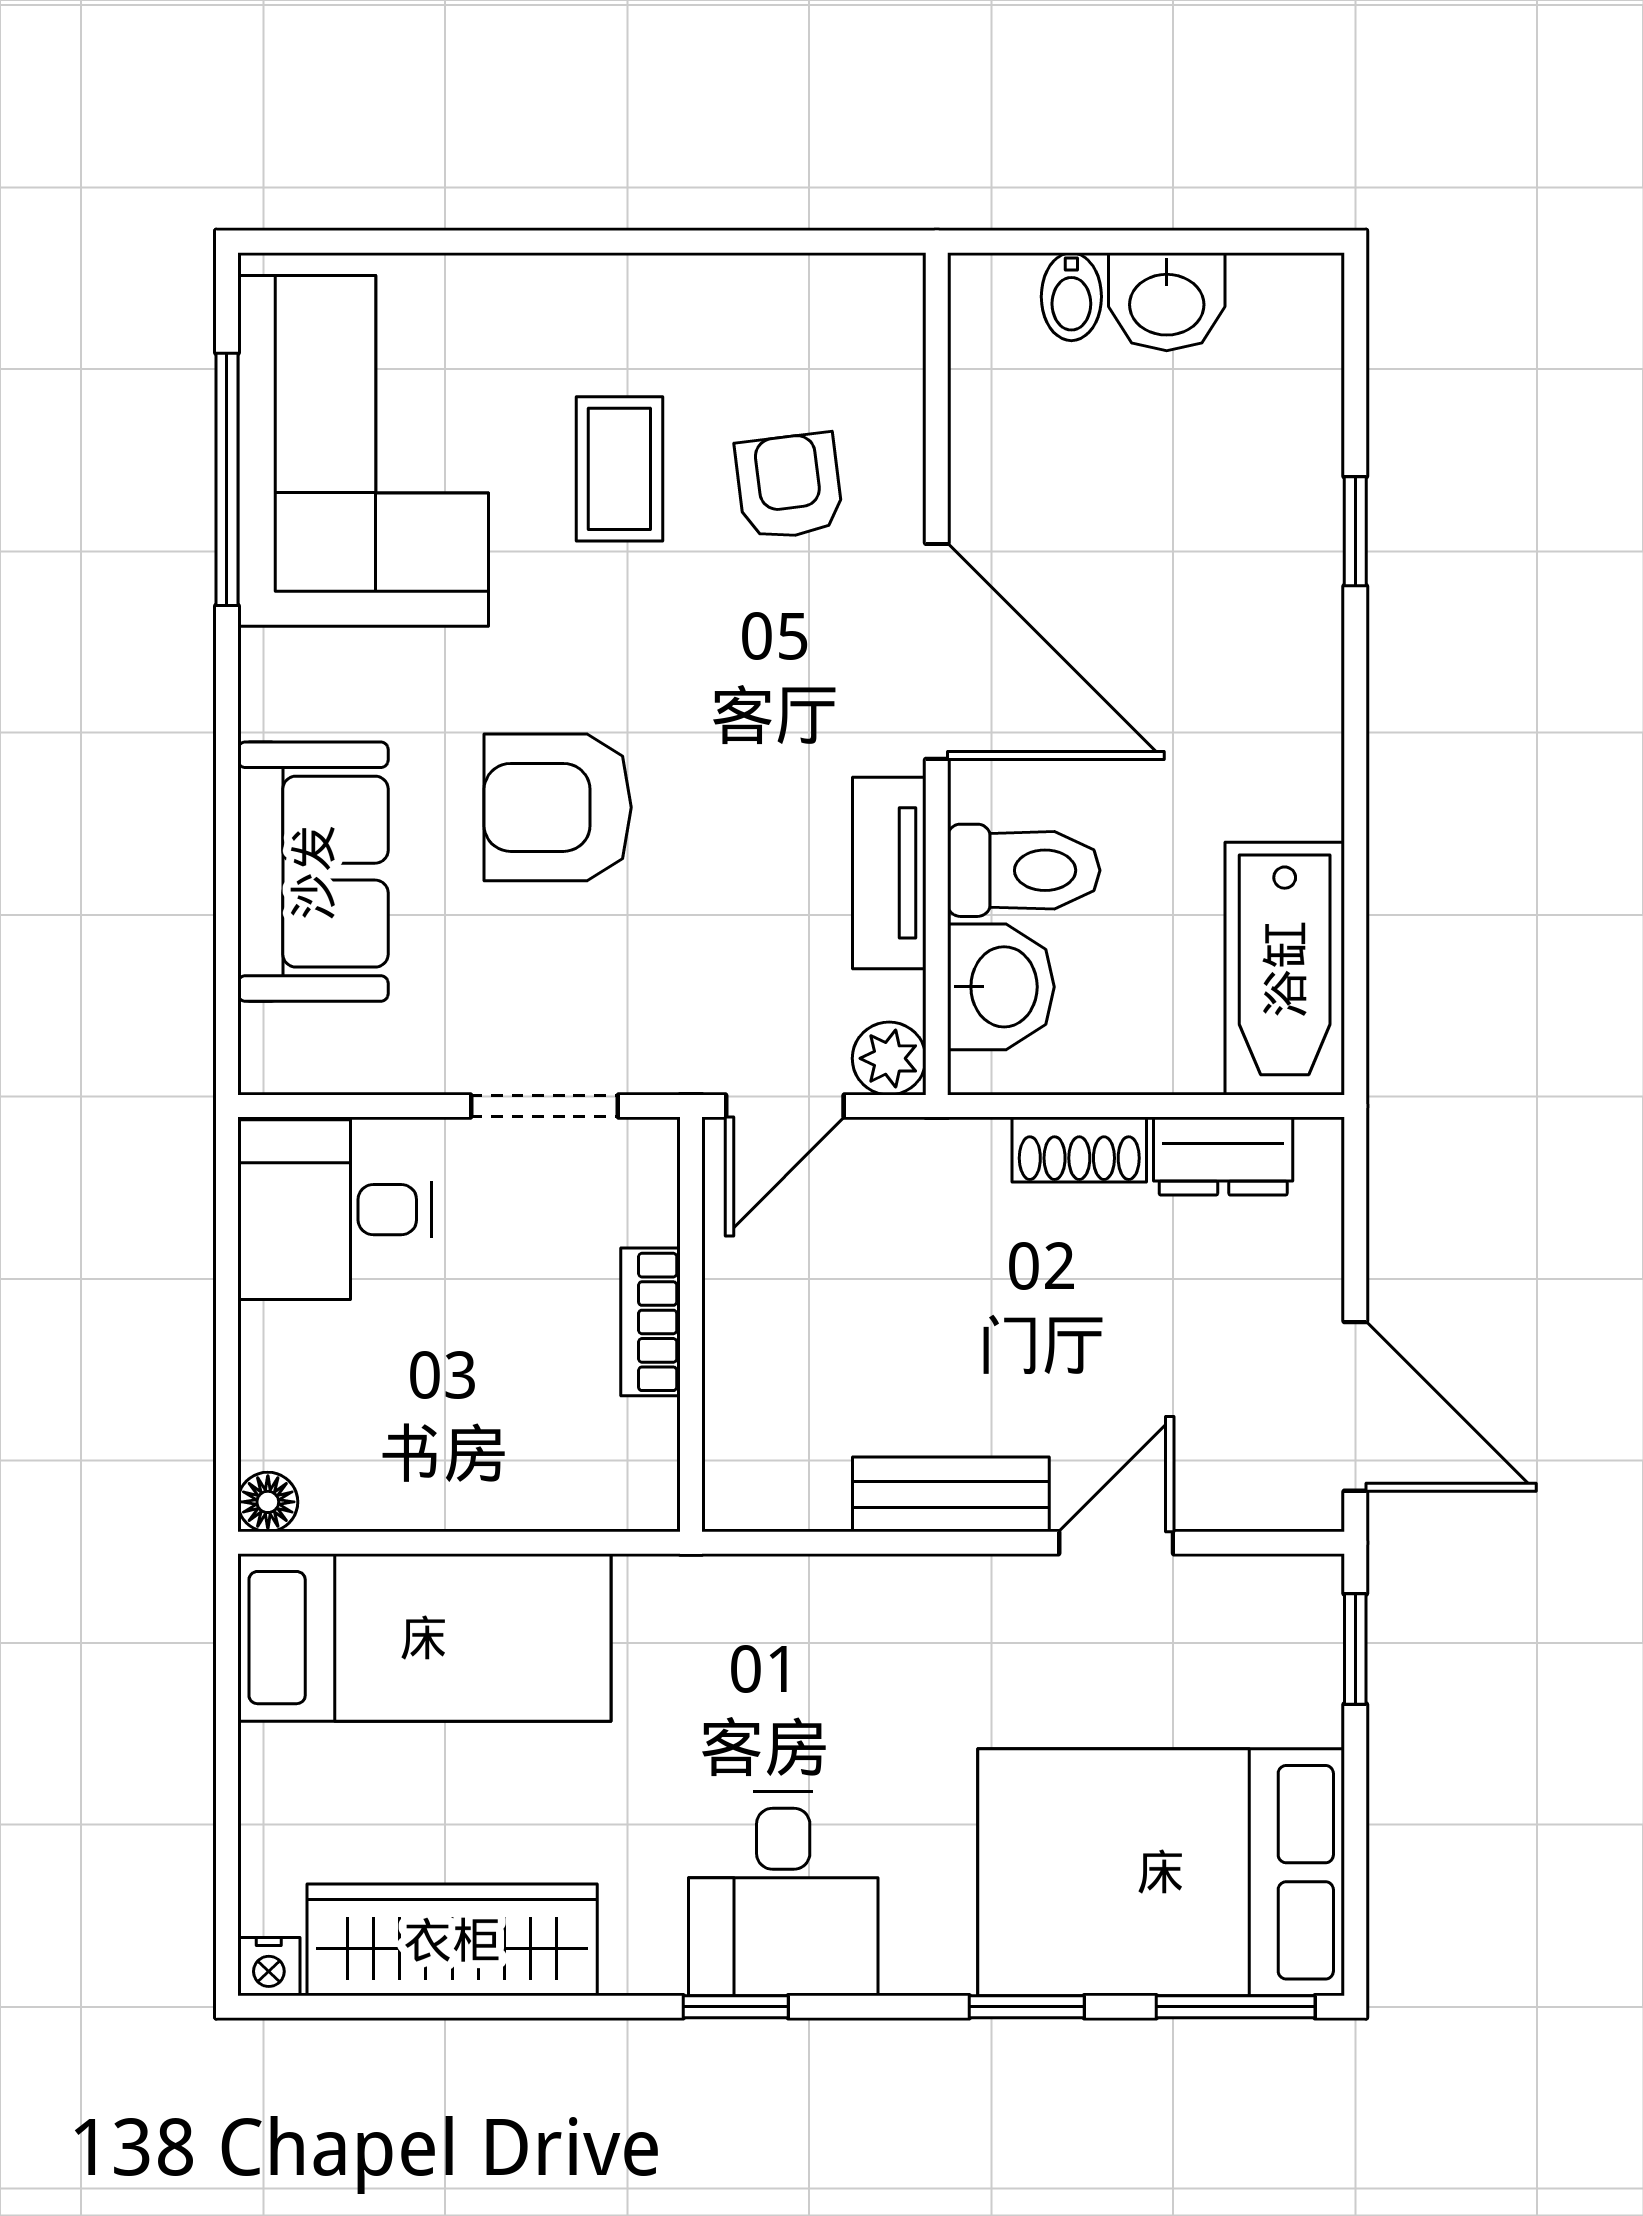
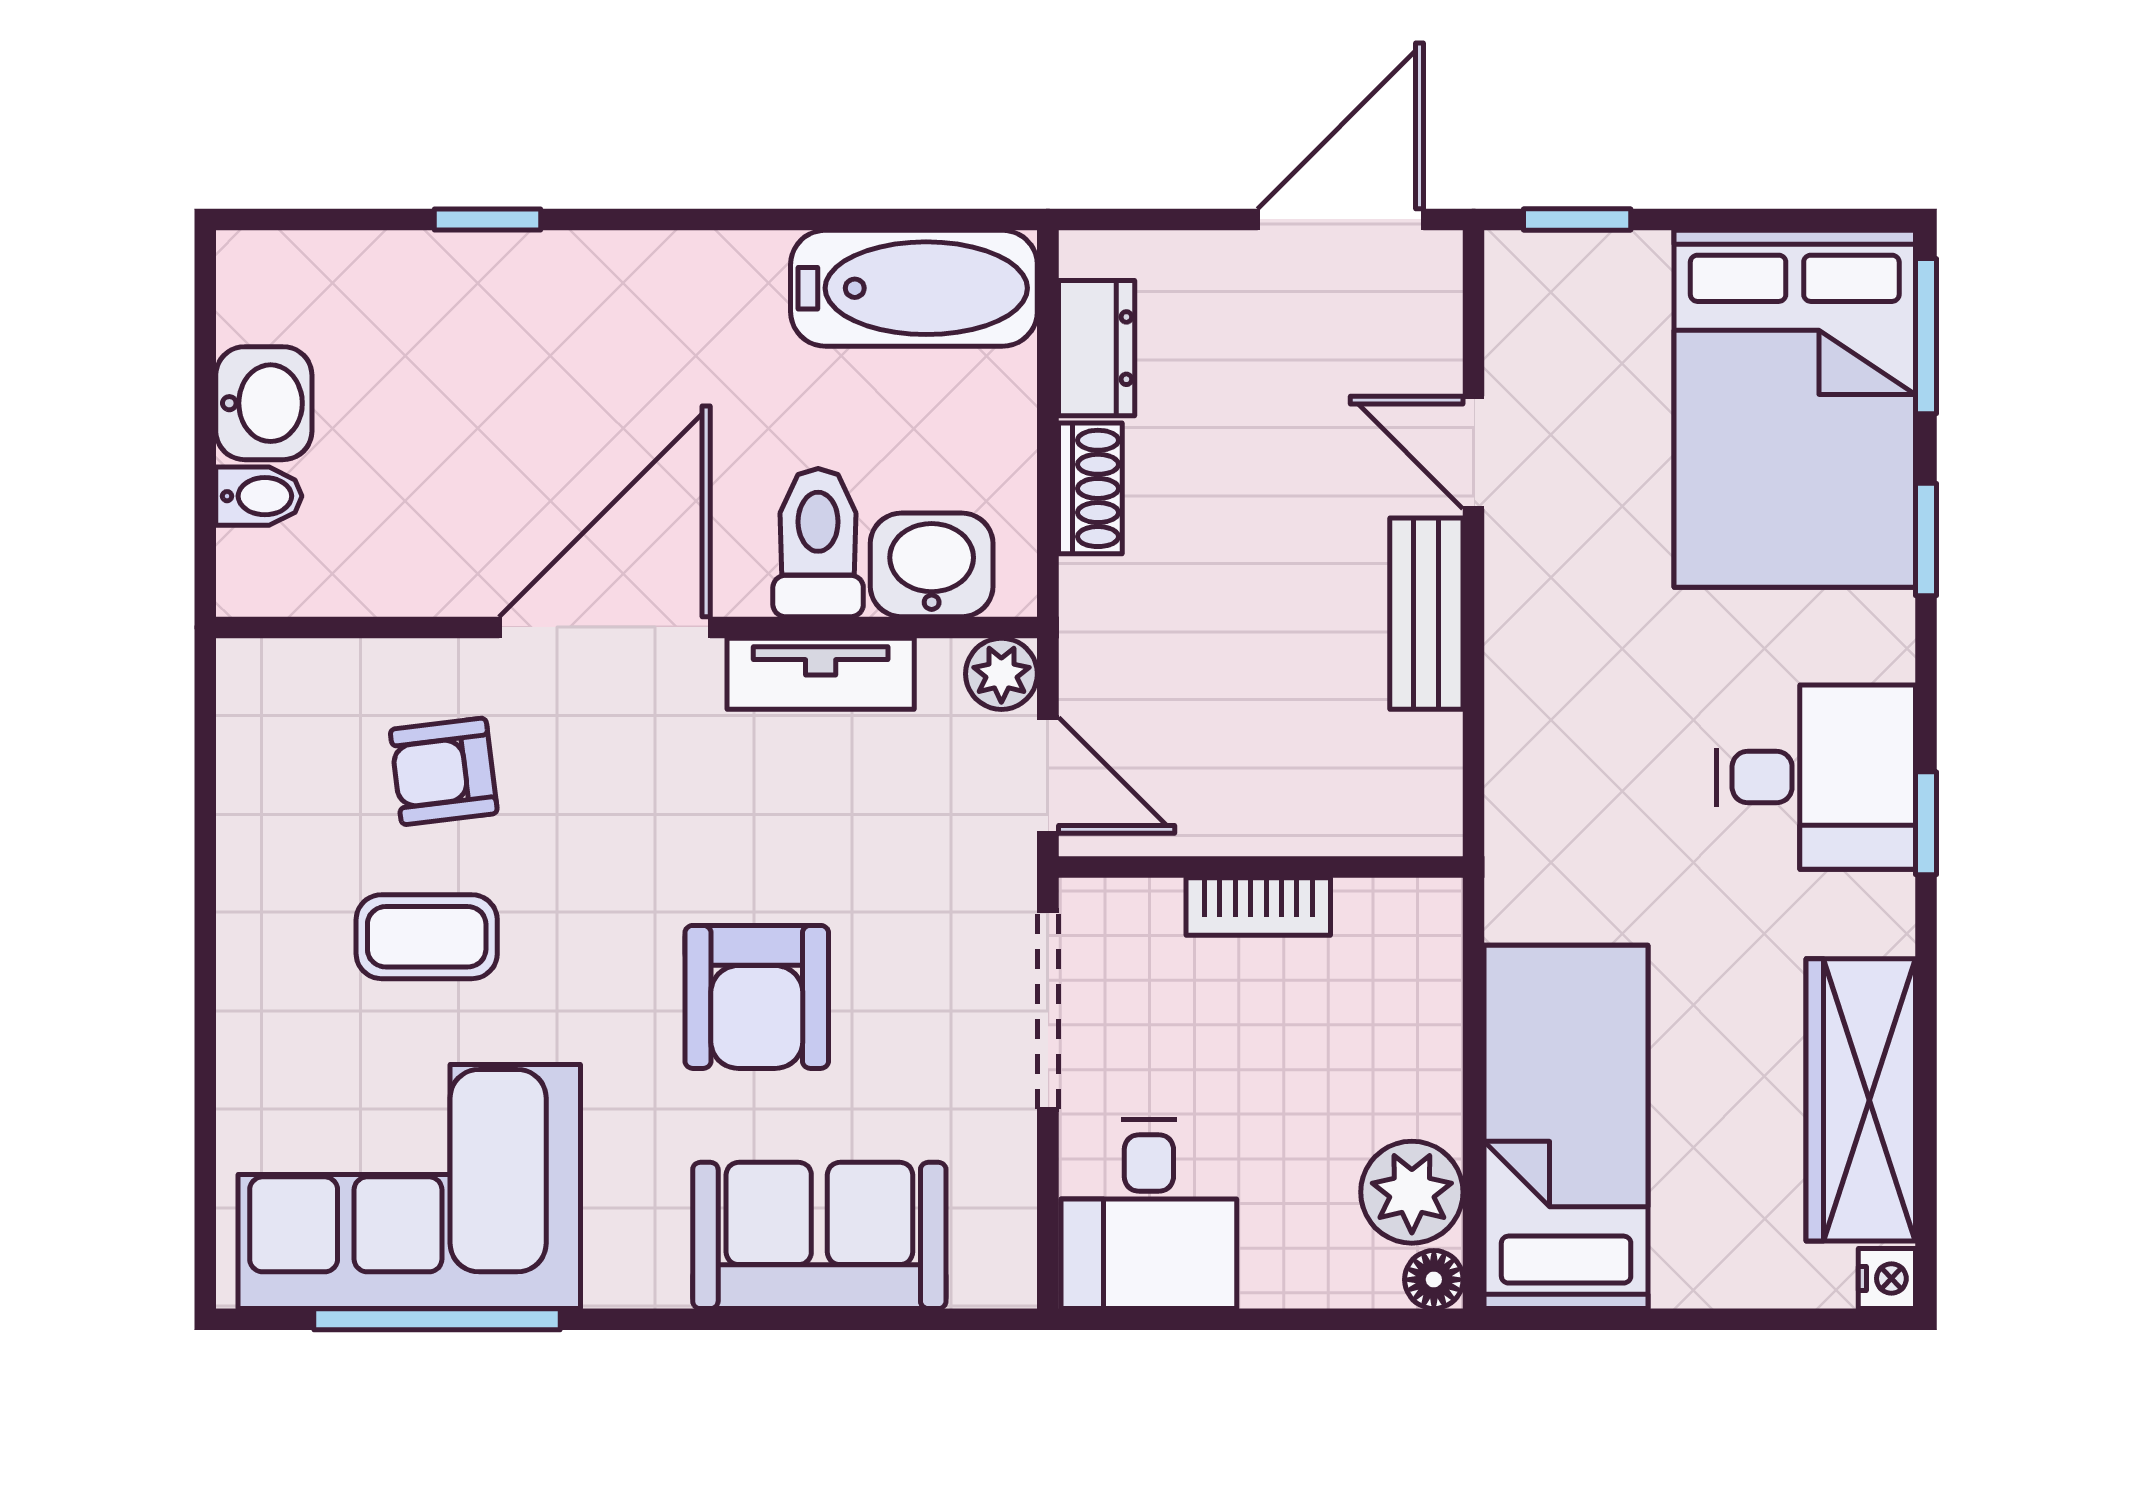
doorway: (545, 1106) -> (1048, 1010), width x1.38
plant: (357, 1479) -> (1412, 1192), added

